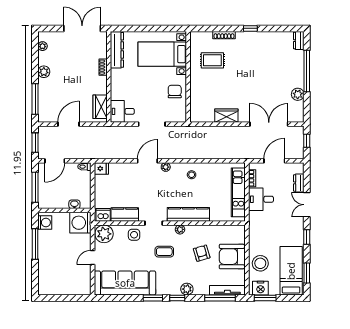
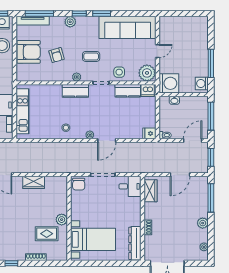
plant: (196, 76) -> (62, 220), added
chair: (175, 92) -> (79, 184), moved
kitchen counter: (188, 214) -> (75, 91), width x0.67

